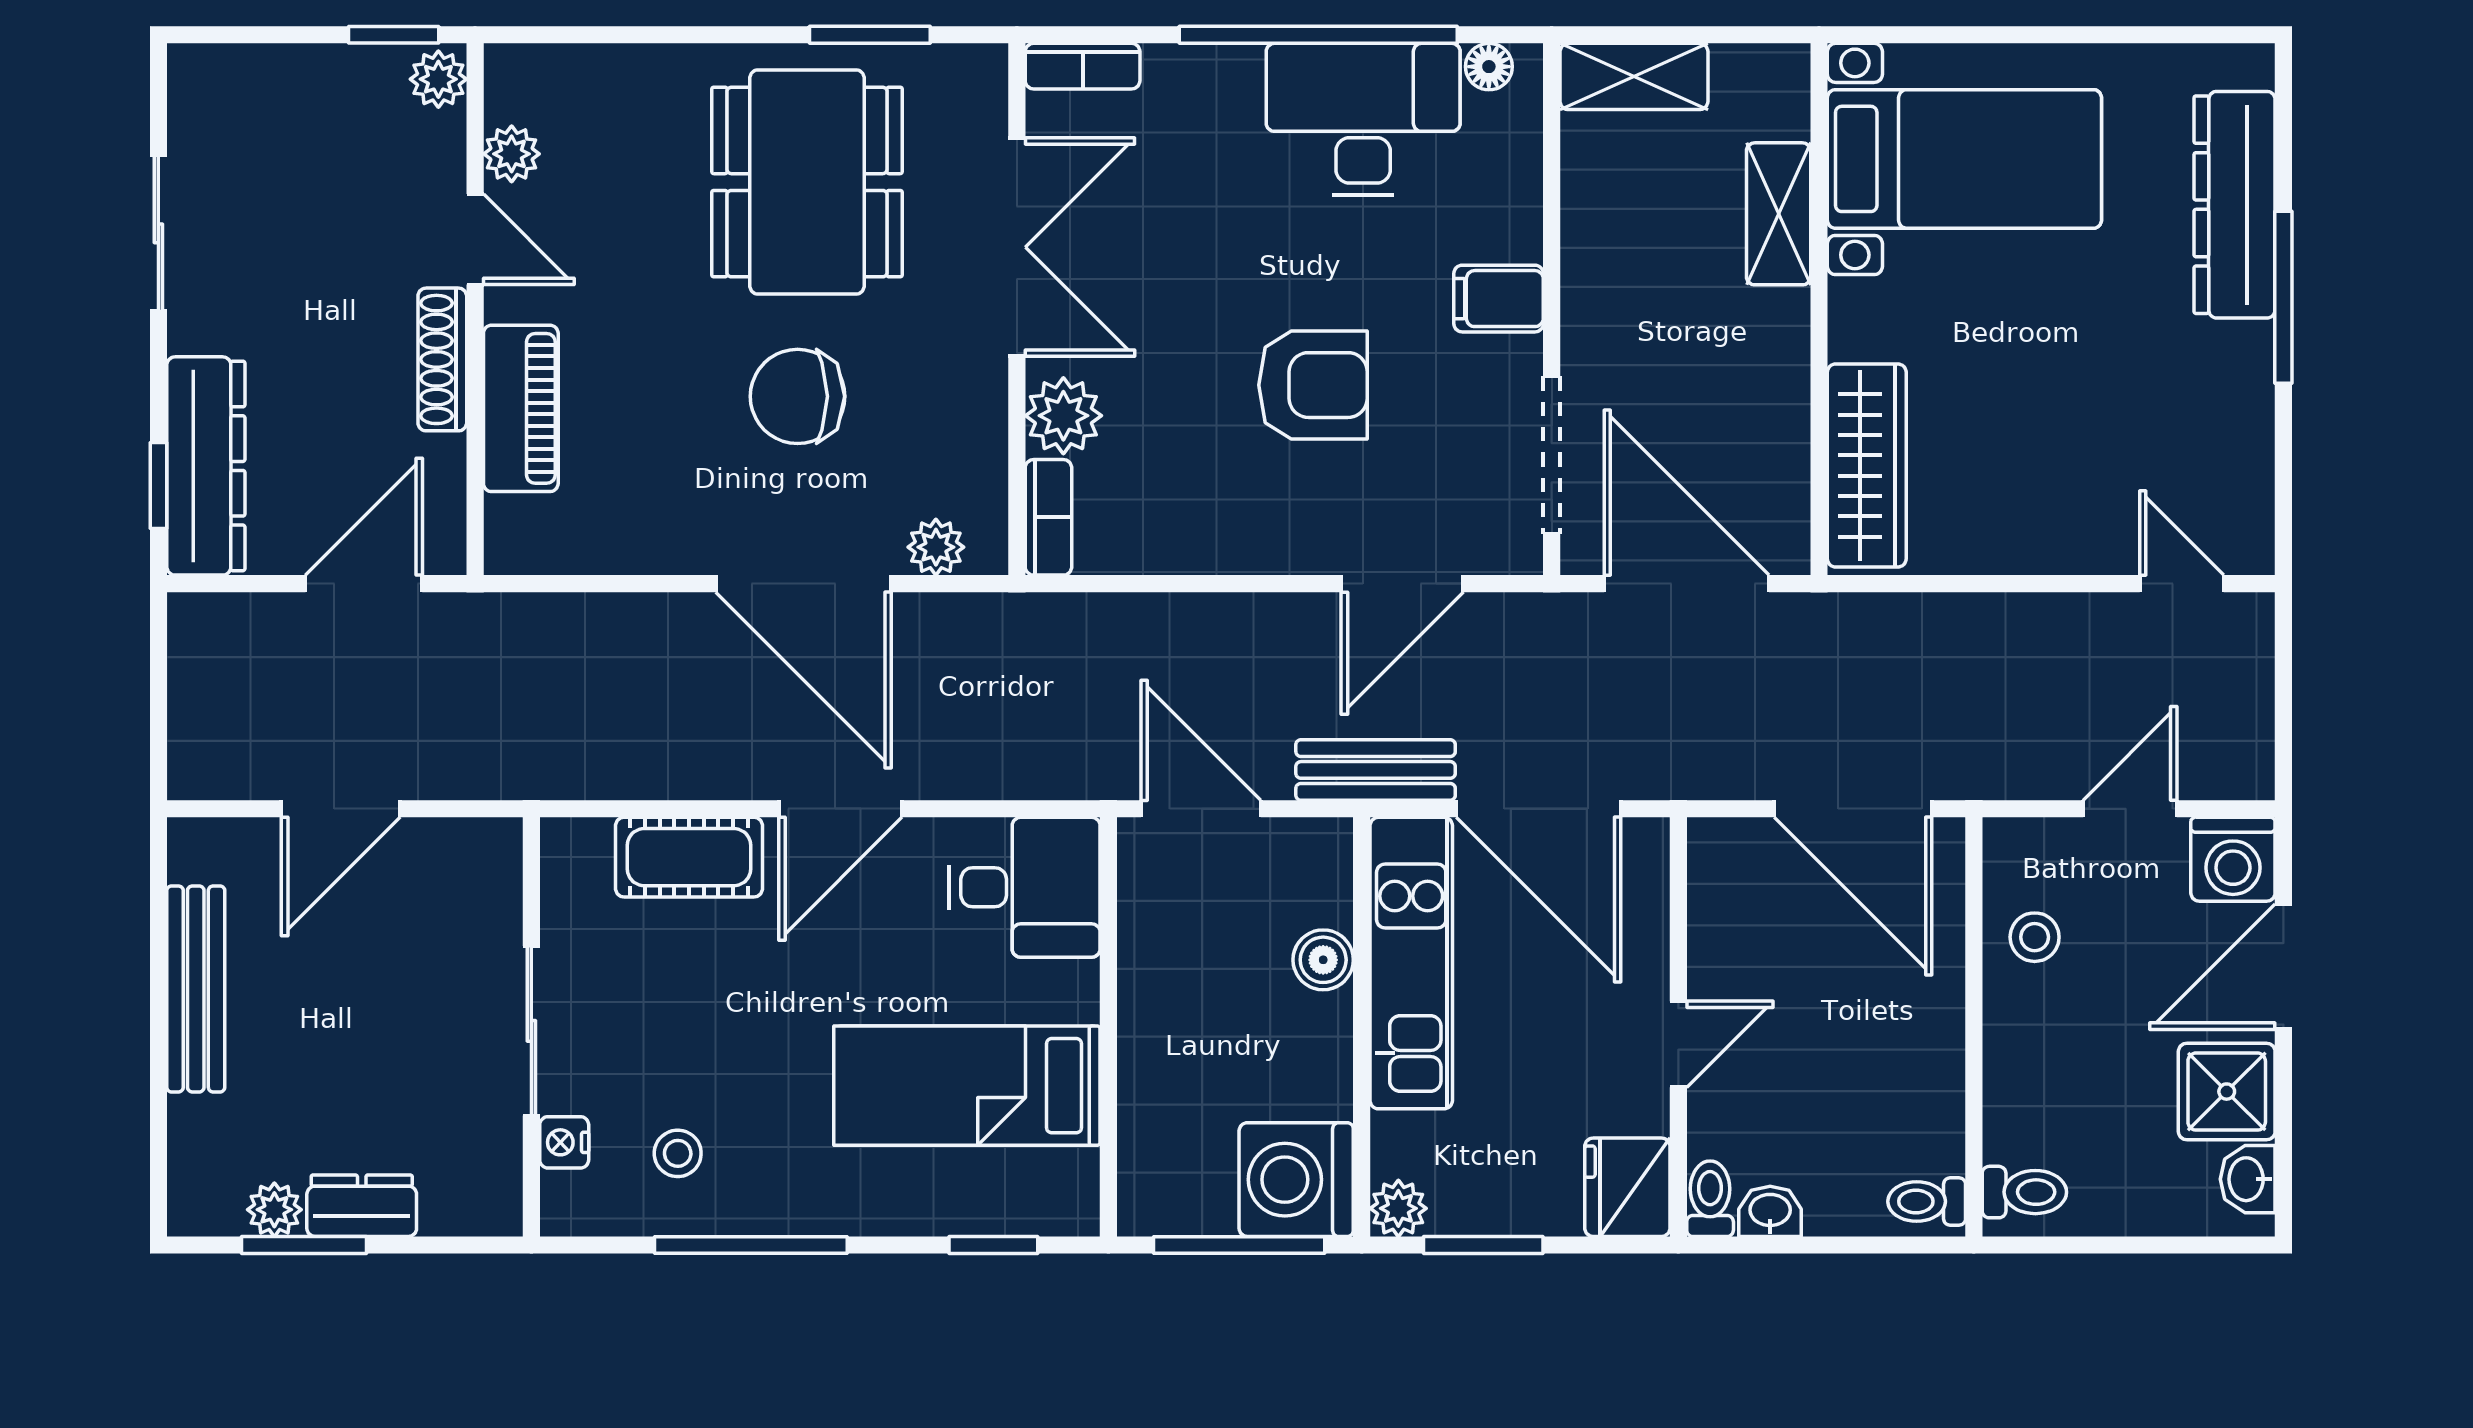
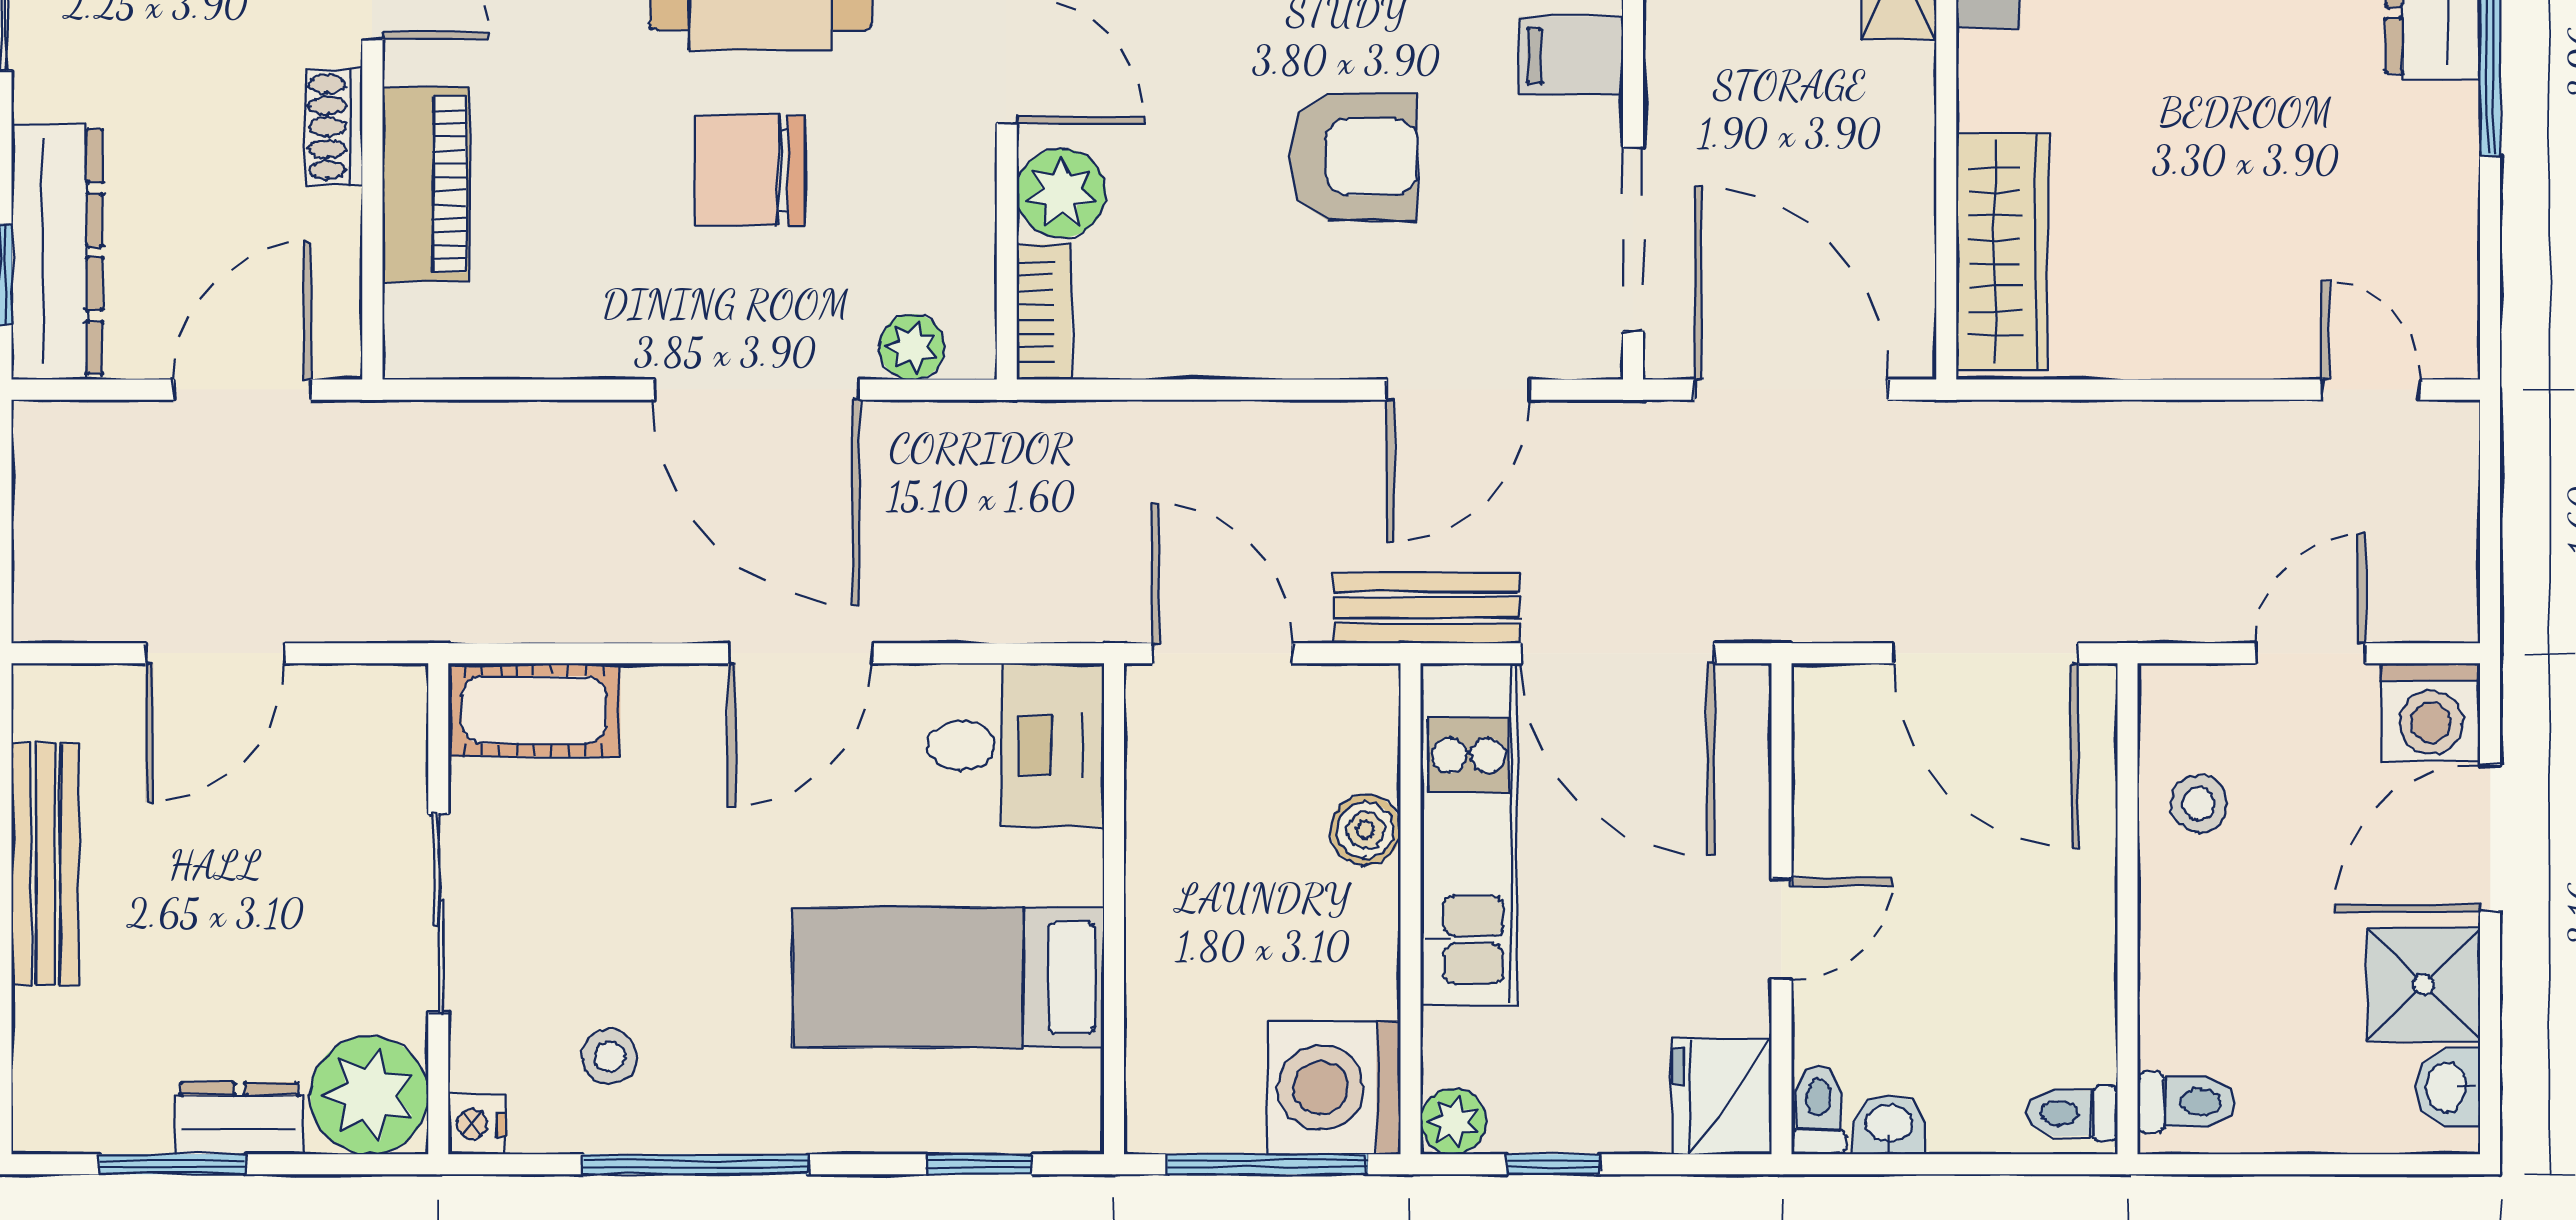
shoe rack: (442, 359) -> (334, 127), width x0.70
cot: (689, 857) -> (534, 710), moved
nightstand: (564, 1142) -> (477, 1124), moved
plant: (274, 1210) -> (369, 1095), moved, width x1.88, depth x1.88
window: (1483, 1245) -> (1553, 1164), width x0.67

